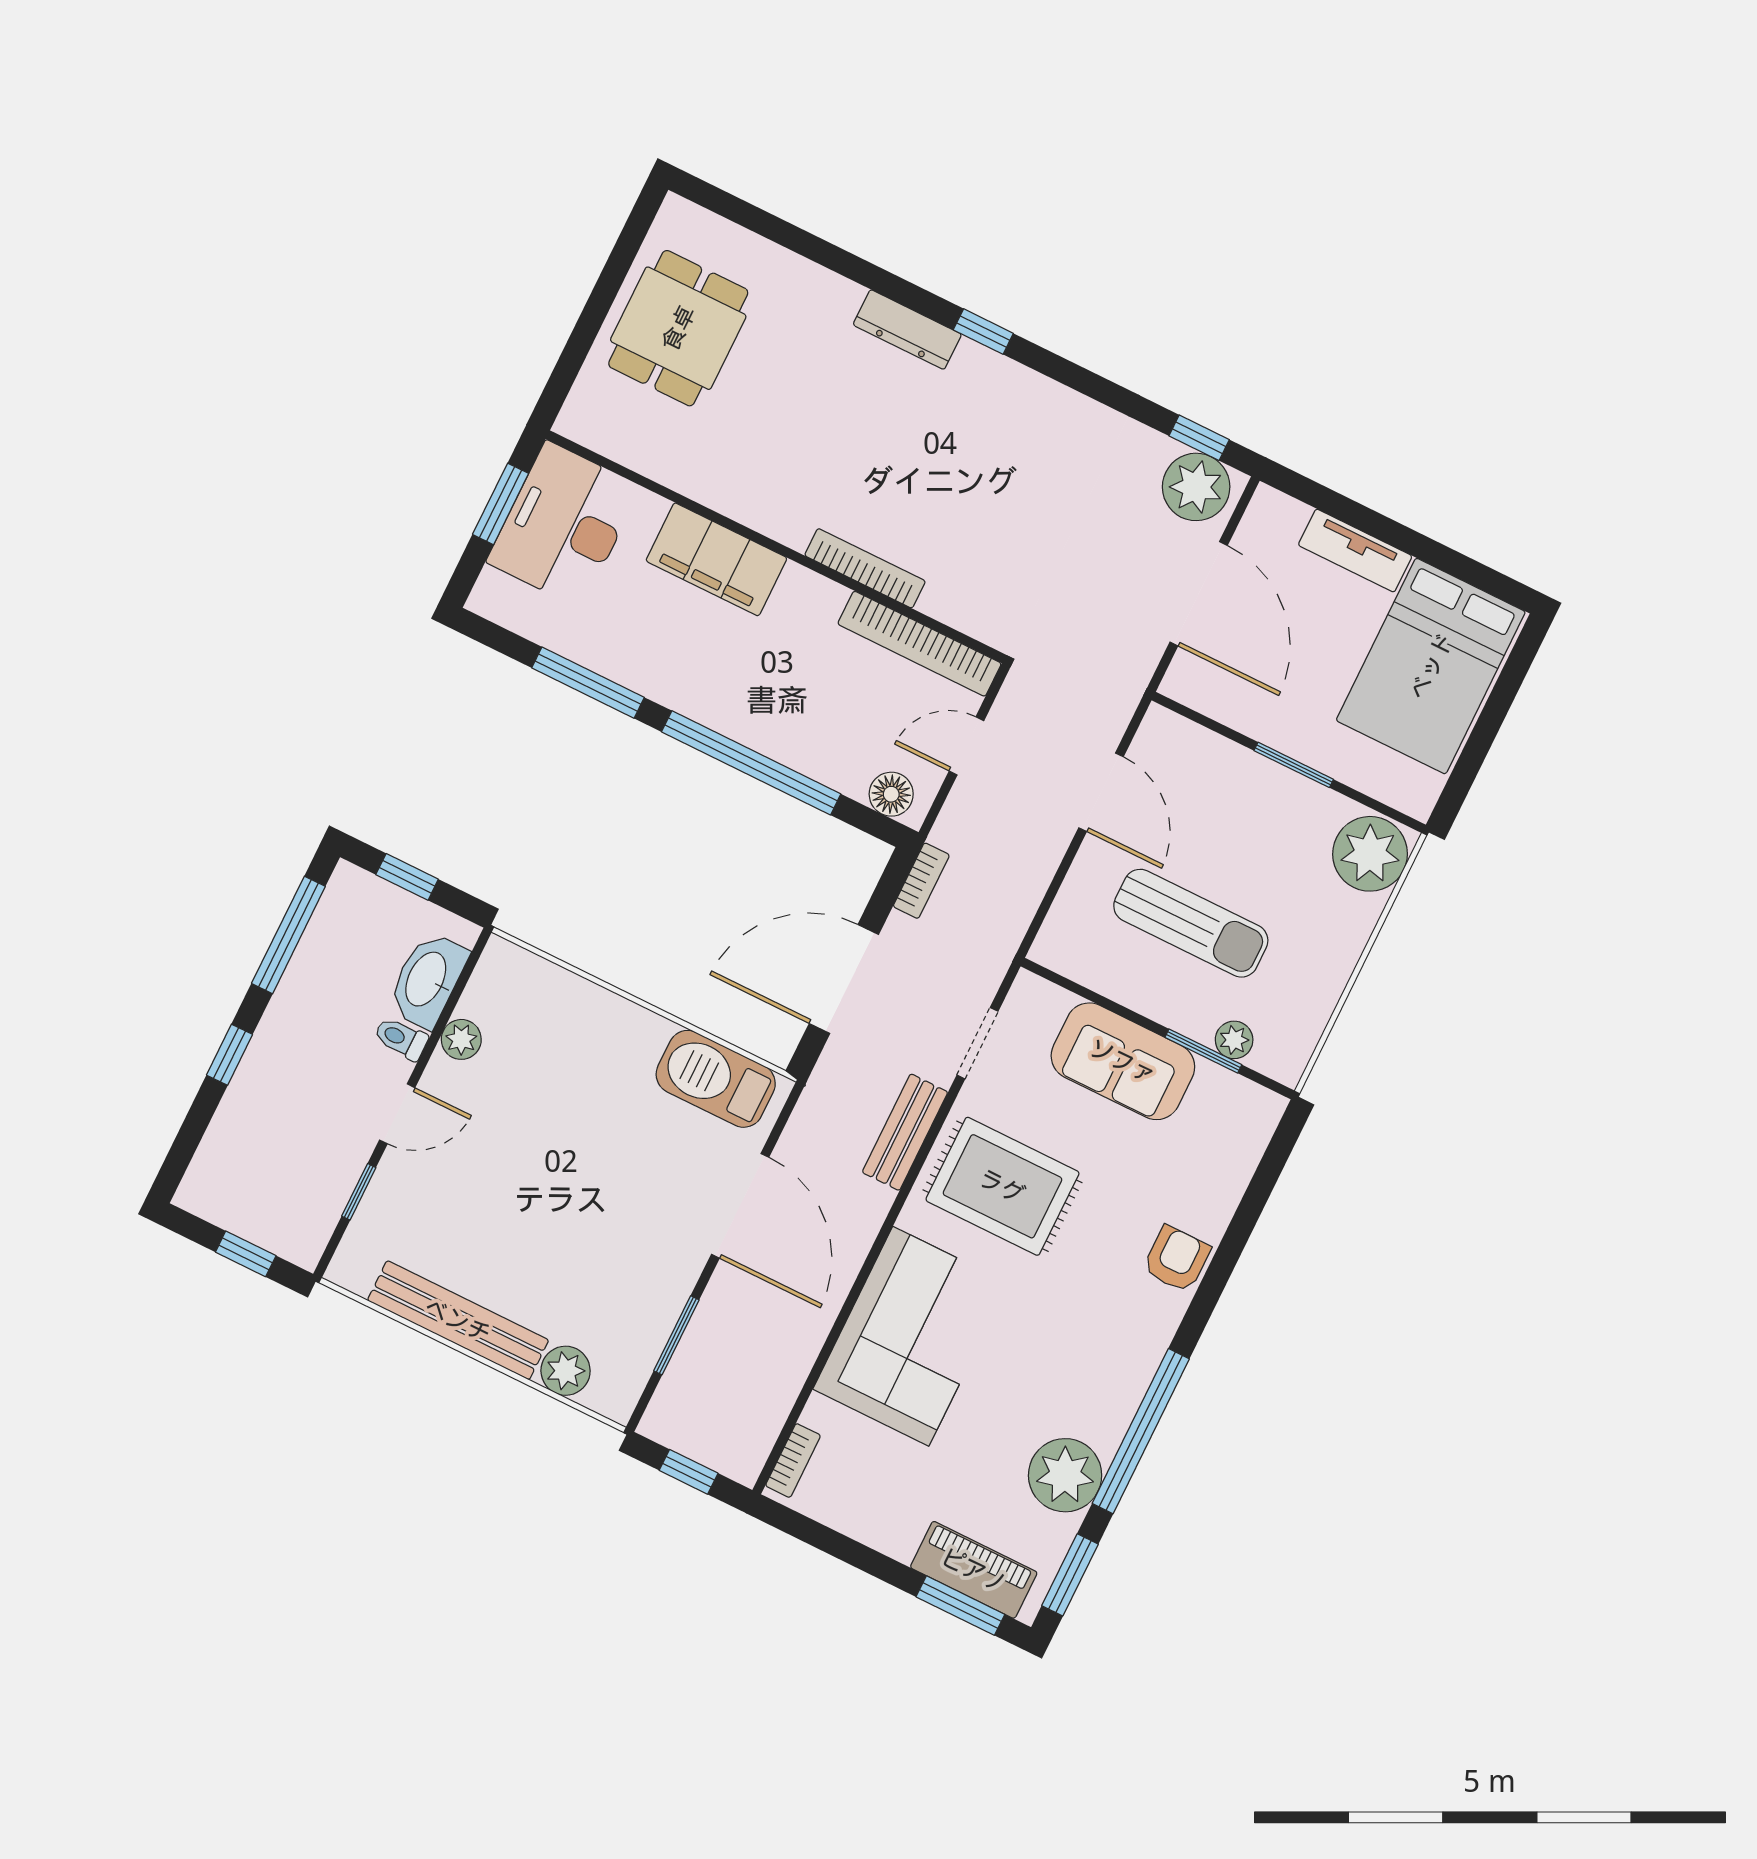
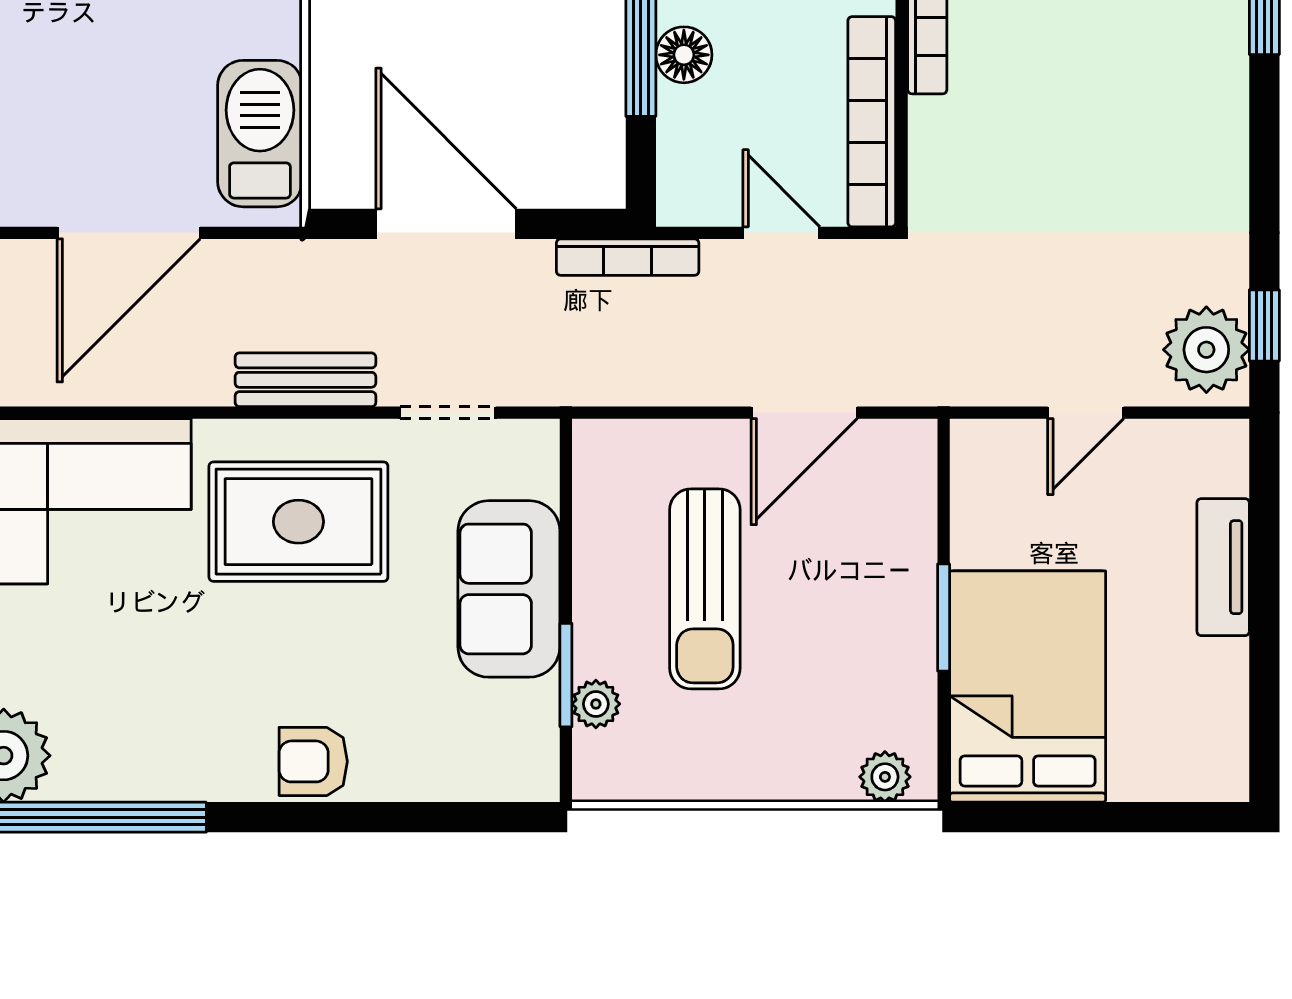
door: (1199, 594) -> (1086, 413), width x0.53
bed: (1431, 666) -> (1028, 687), moved, turned 90
floor lamp: (891, 794) -> (684, 55), moved
plant: (1370, 854) -> (885, 777), width x0.53, depth x0.53
bookcase: (921, 881) -> (628, 257), width x1.56
rug: (1002, 1186) -> (298, 522), turned 90
armchair: (1177, 1259) -> (313, 761), turned 180

